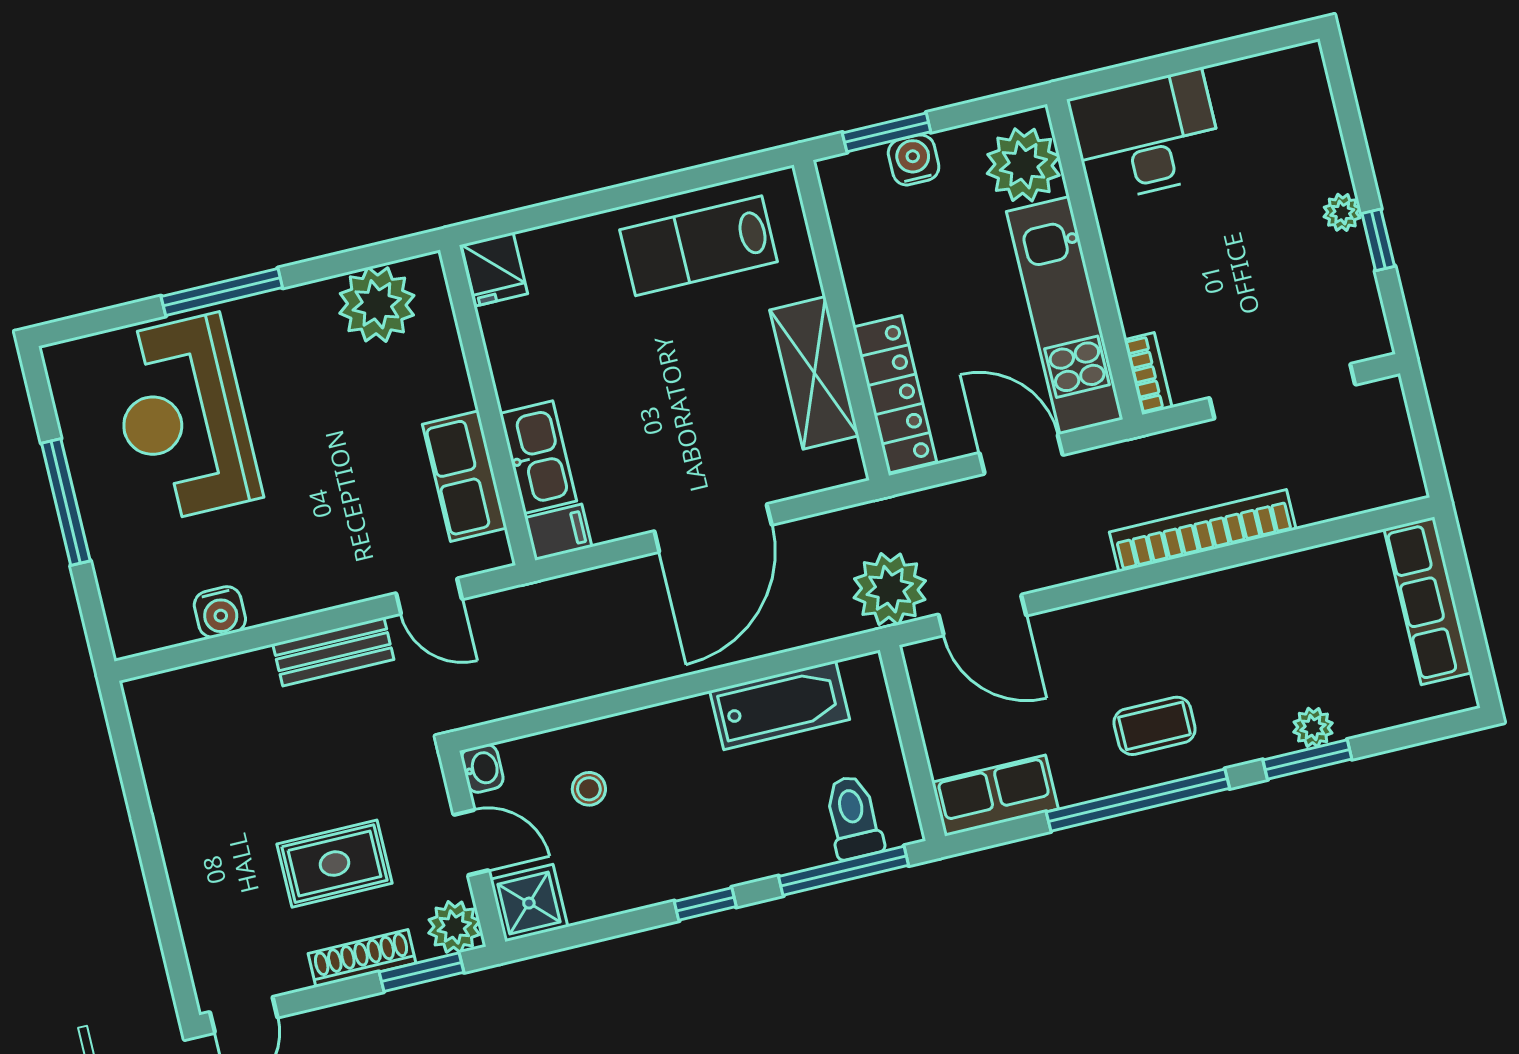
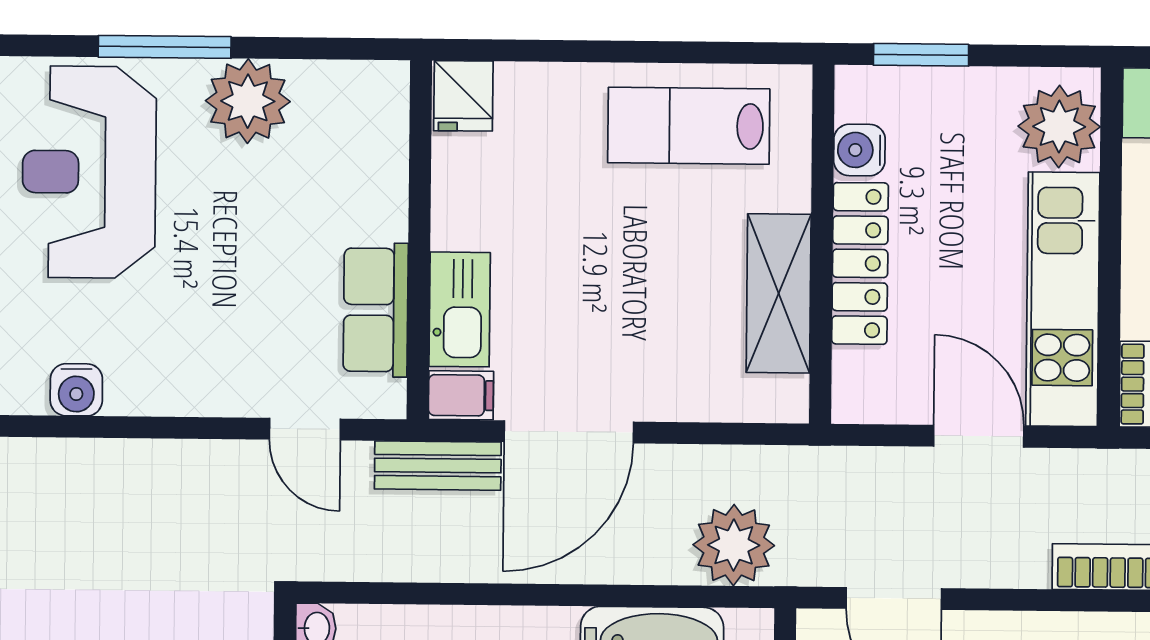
water cooler: (914, 160) -> (859, 150), moved, turned -90
plant: (377, 304) -> (248, 101), moved
locker: (895, 394) -> (860, 263), moved
door: (713, 528) -> (569, 432), moved
plant: (890, 589) -> (734, 545), moved
bench: (333, 652) -> (438, 466), moved

